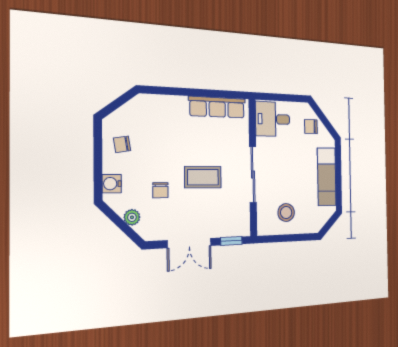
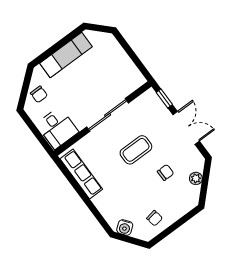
coffee table: (203, 177) -> (136, 150), turned 90
water cooler: (112, 184) -> (125, 227), moved, turned 53
stool: (286, 212) -> (116, 70), removed

